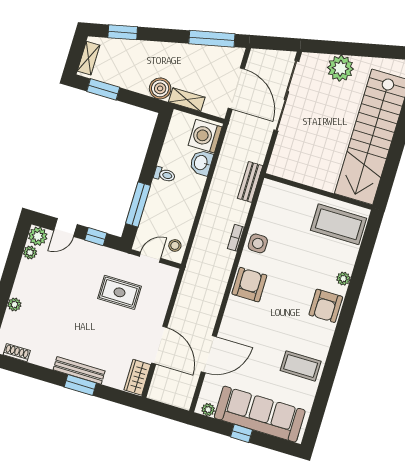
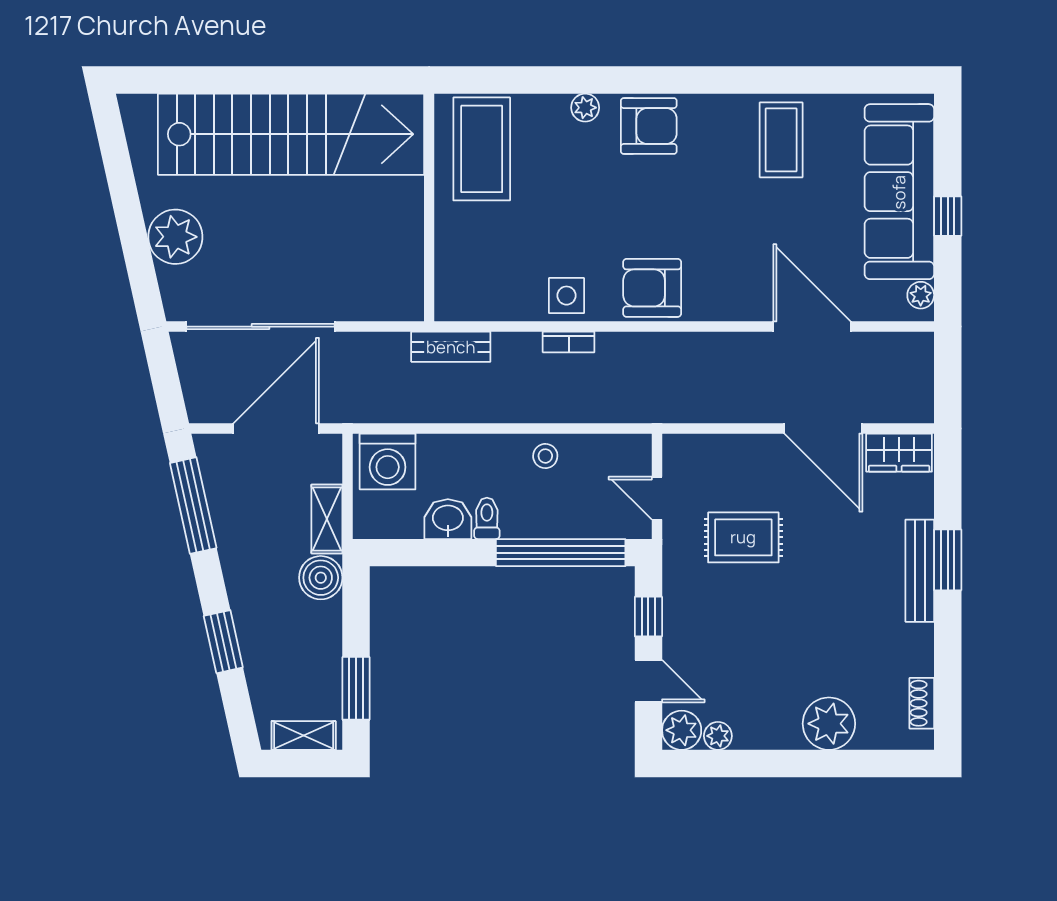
window: (123, 32) -> (223, 642), moved
washbasin: (201, 163) -> (448, 519), moved, turned 180
window: (138, 204) -> (561, 553), width x1.46
stool: (175, 245) -> (545, 456), moved
rug: (119, 292) -> (743, 537), turned 90
plant: (14, 305) -> (829, 724), width x1.87, depth x1.87
door: (159, 345) -> (823, 429), swing flipped

